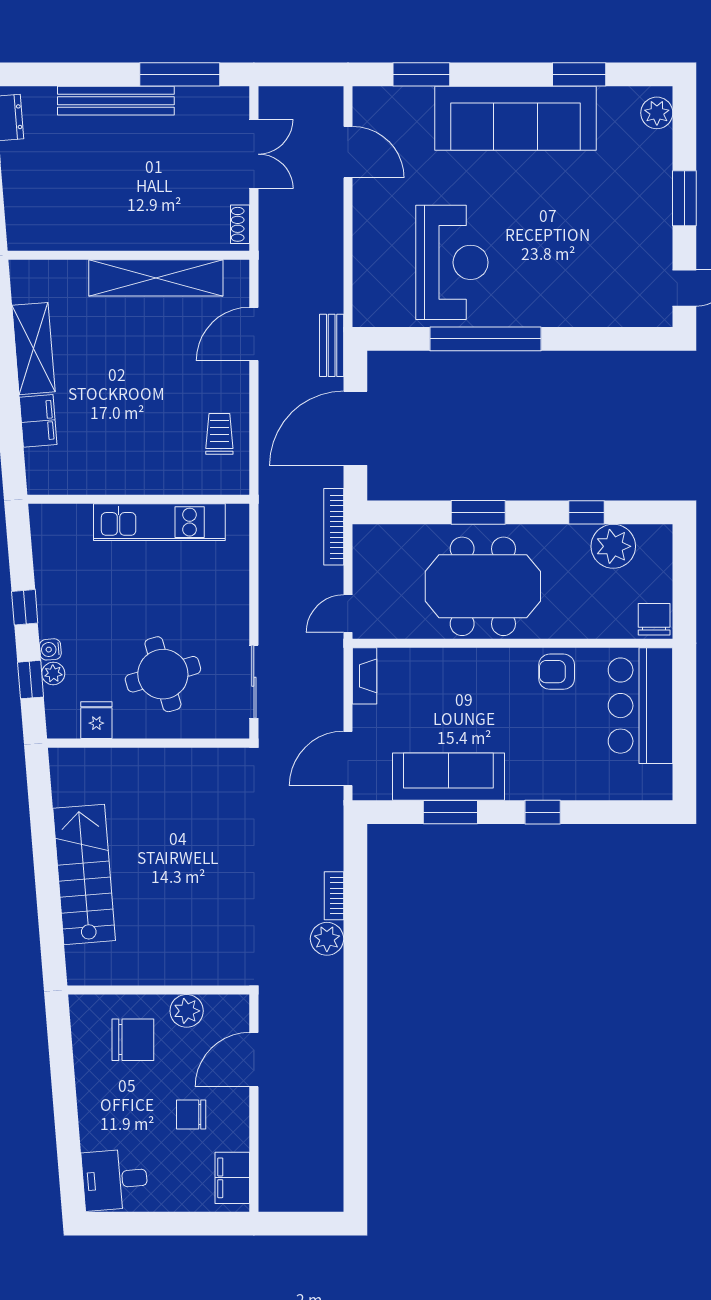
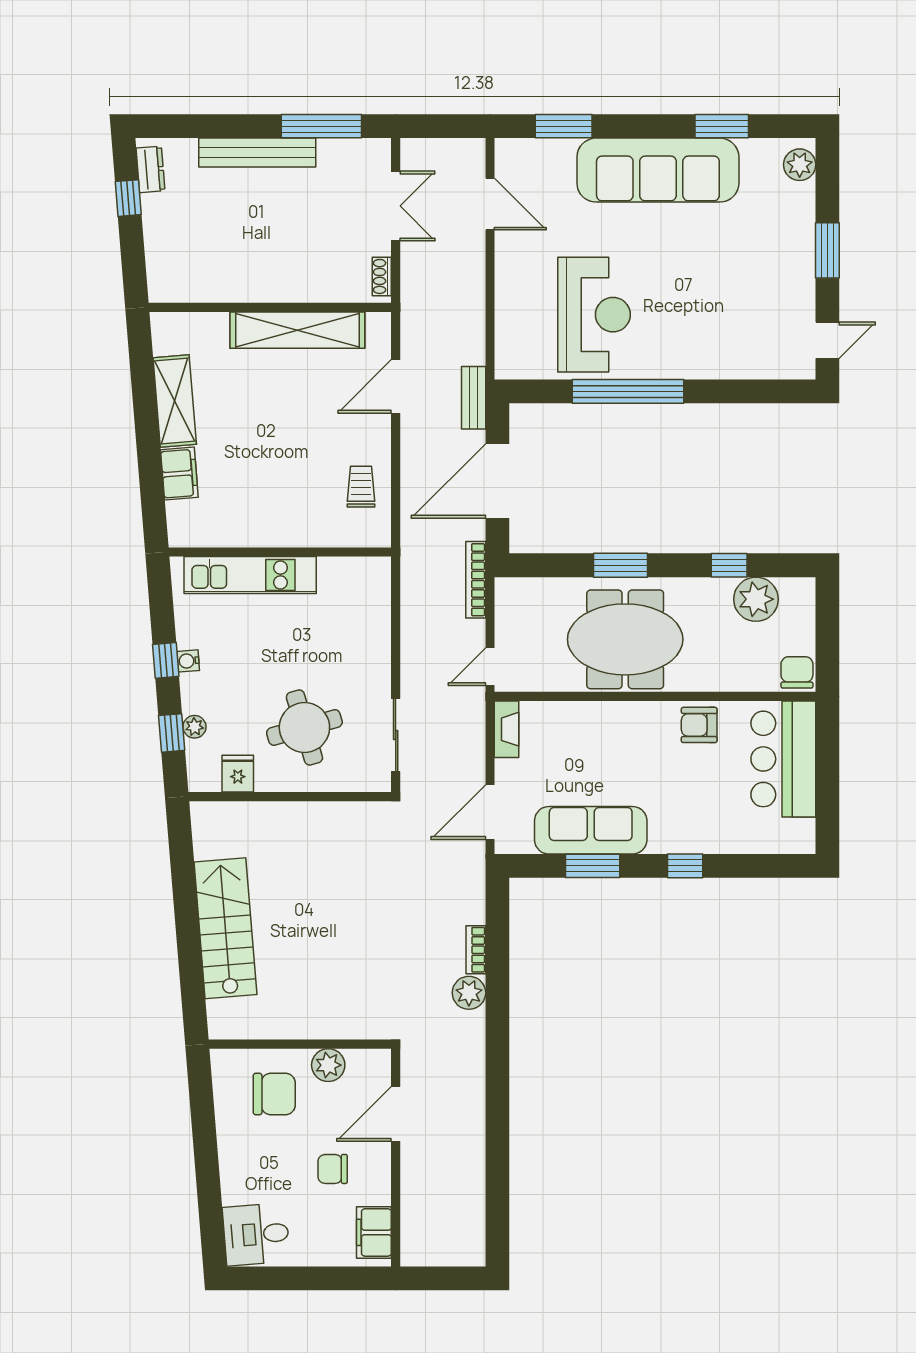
kitchen unit: (159, 522) -> (250, 575), moved
water cooler: (50, 649) -> (188, 661), moved

